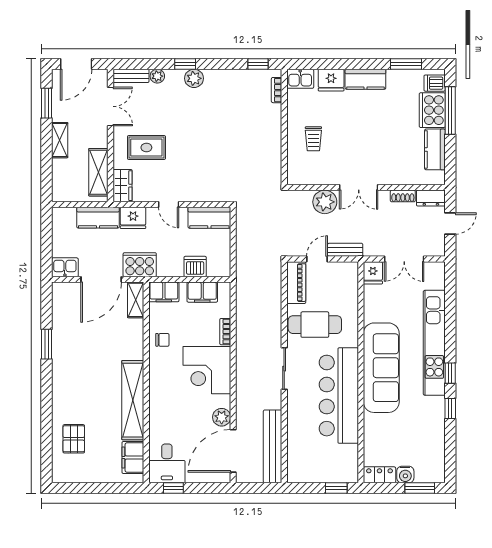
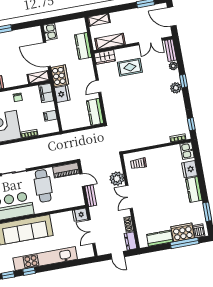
trolley: (313, 139) -> (138, 163), moved
shelving: (60, 140) -> (99, 20), moved
rug: (146, 148) -> (130, 67), turned 90
fridge: (133, 218) -> (62, 94), moved, turned 180
dishwasher: (195, 267) -> (65, 109), removed
filing cabinet: (202, 292) -> (50, 116), width x0.50

